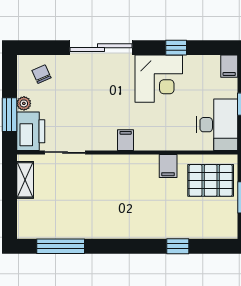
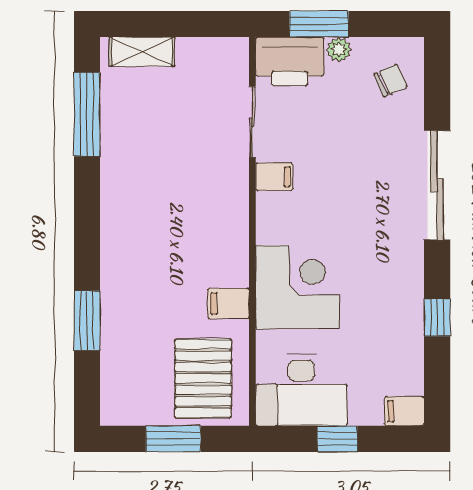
corner desk: (159, 79) -> (297, 287), moved, turned 180
filing cabinet: (126, 140) -> (274, 177), moved
shelving: (25, 180) -> (142, 52), moved
window: (178, 246) -> (87, 321), width x1.50

